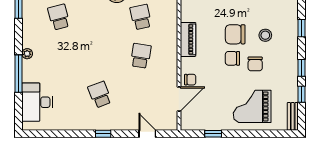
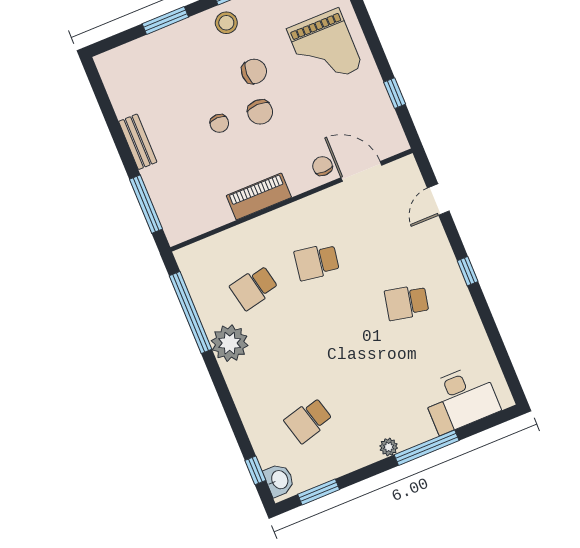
window: (301, 28) -> (165, 20), width x1.50
chair: (235, 34) -> (219, 123), width x0.54, depth x0.54
stool: (265, 35) -> (226, 23), moved
school desk: (100, 95) -> (407, 302), turned 33

